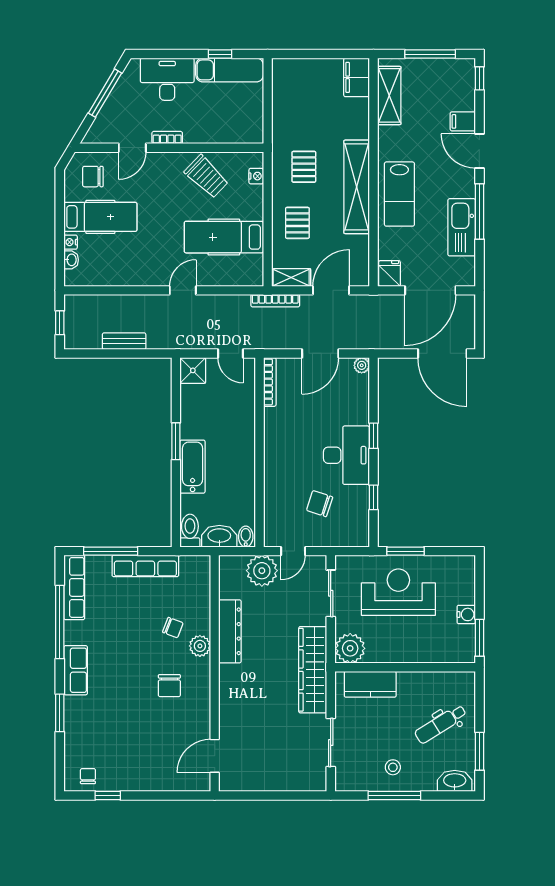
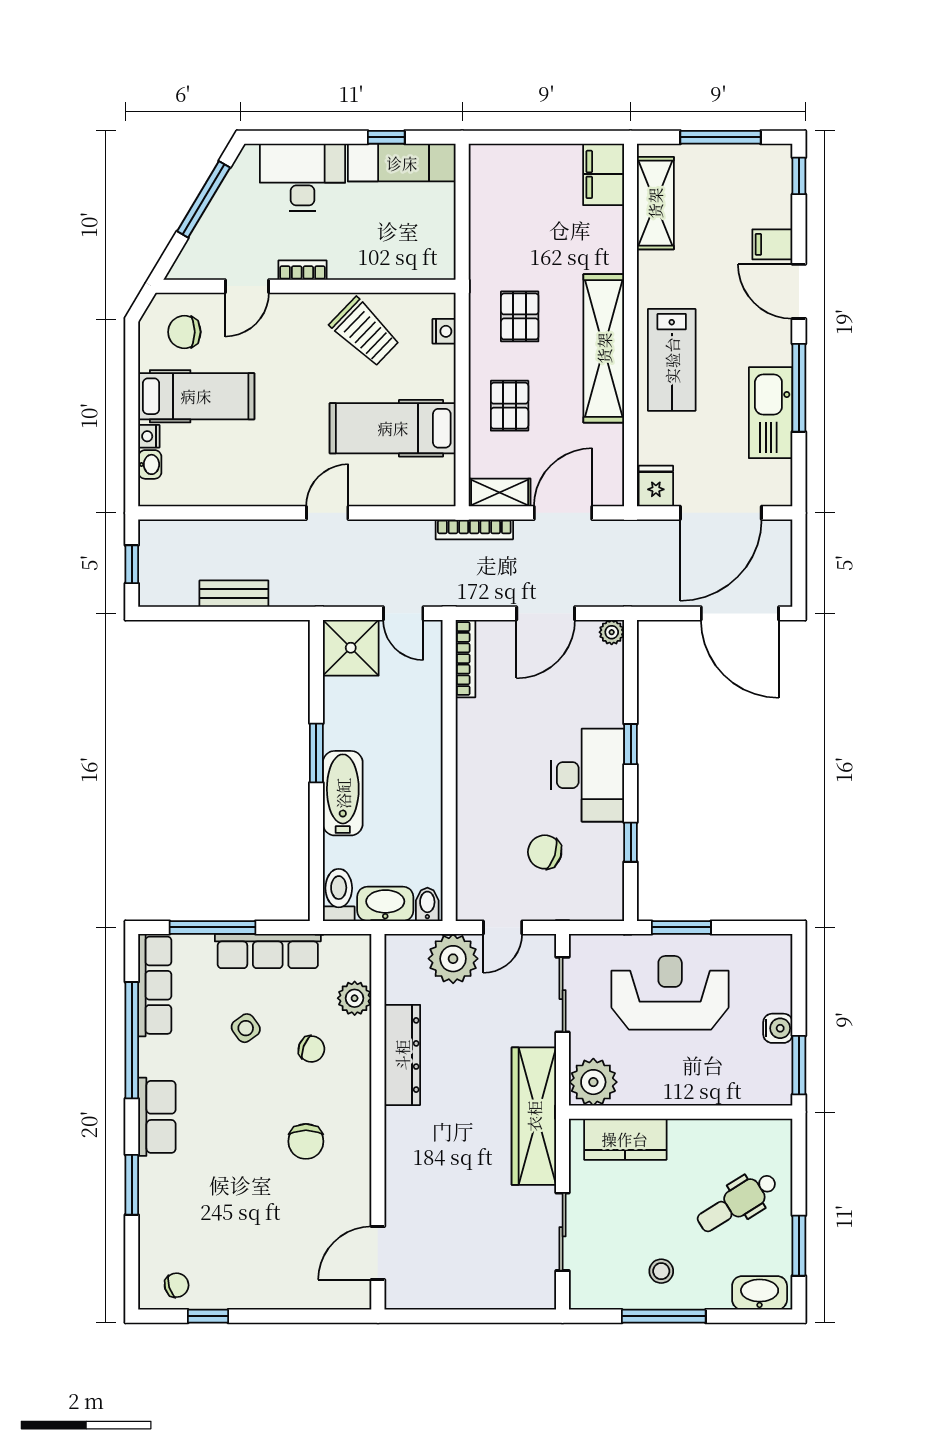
shower: (193, 370) -> (351, 648), width x1.36, depth x1.36
side table: (131, 614) -> (246, 1028), added
plant: (200, 646) -> (355, 998), moved
chair: (88, 776) -> (177, 1285), turned 73

